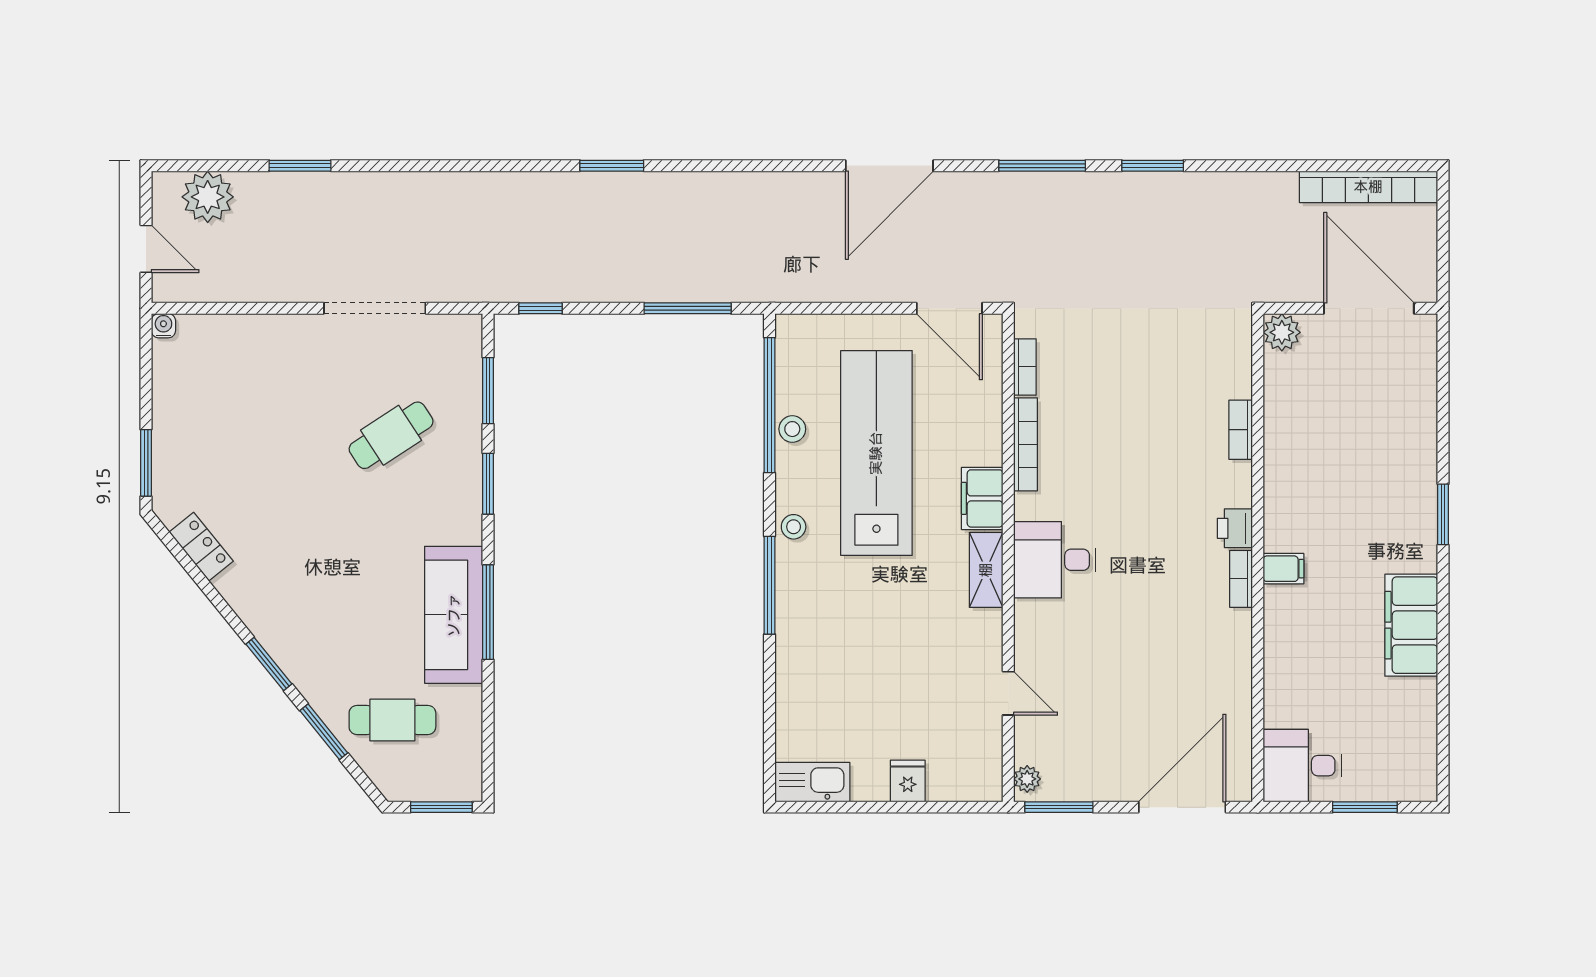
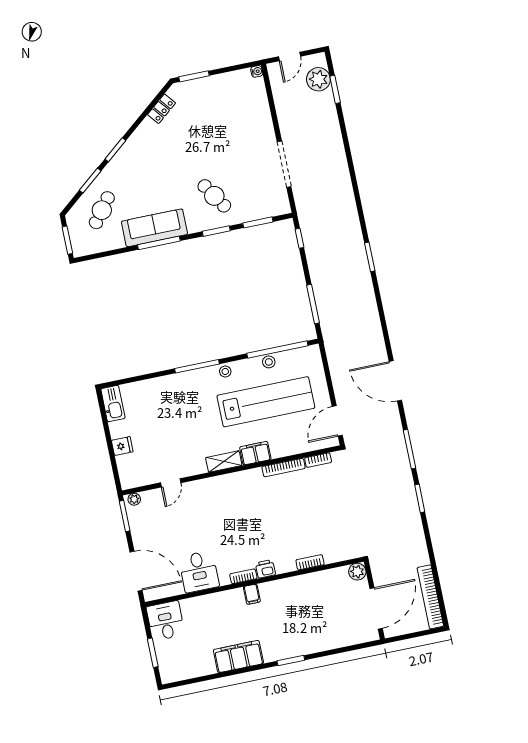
window: (300, 166) -> (335, 89), moved
cafe table: (391, 435) -> (214, 196), moved
desk: (1055, 560) -> (199, 572), moved, turned 180
cafe table: (392, 720) -> (102, 210), turned 37

